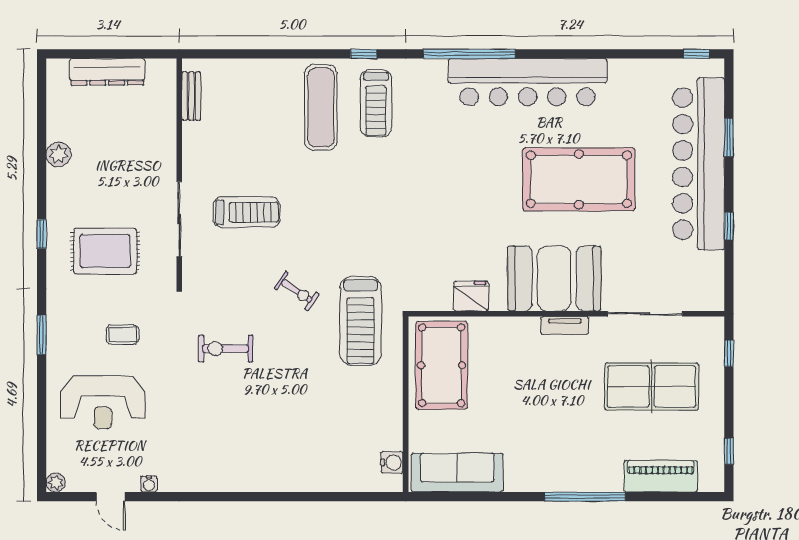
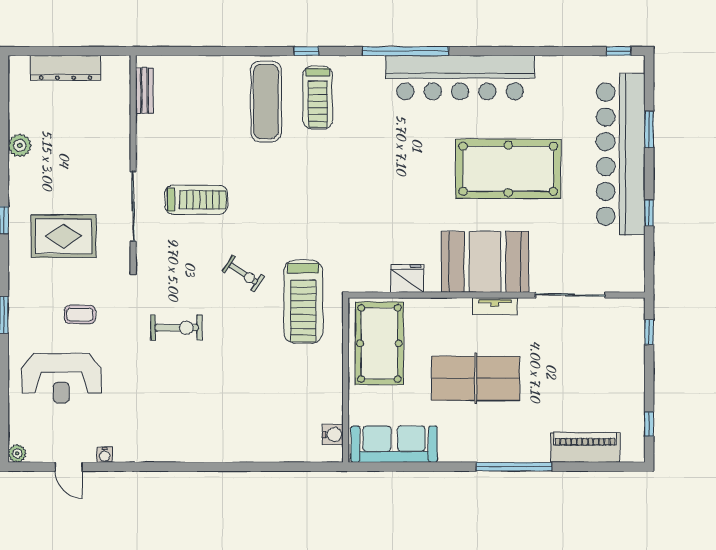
exercise bike: (226, 349) -> (177, 328), turned 180
table tennis table: (652, 387) -> (476, 378), moved

